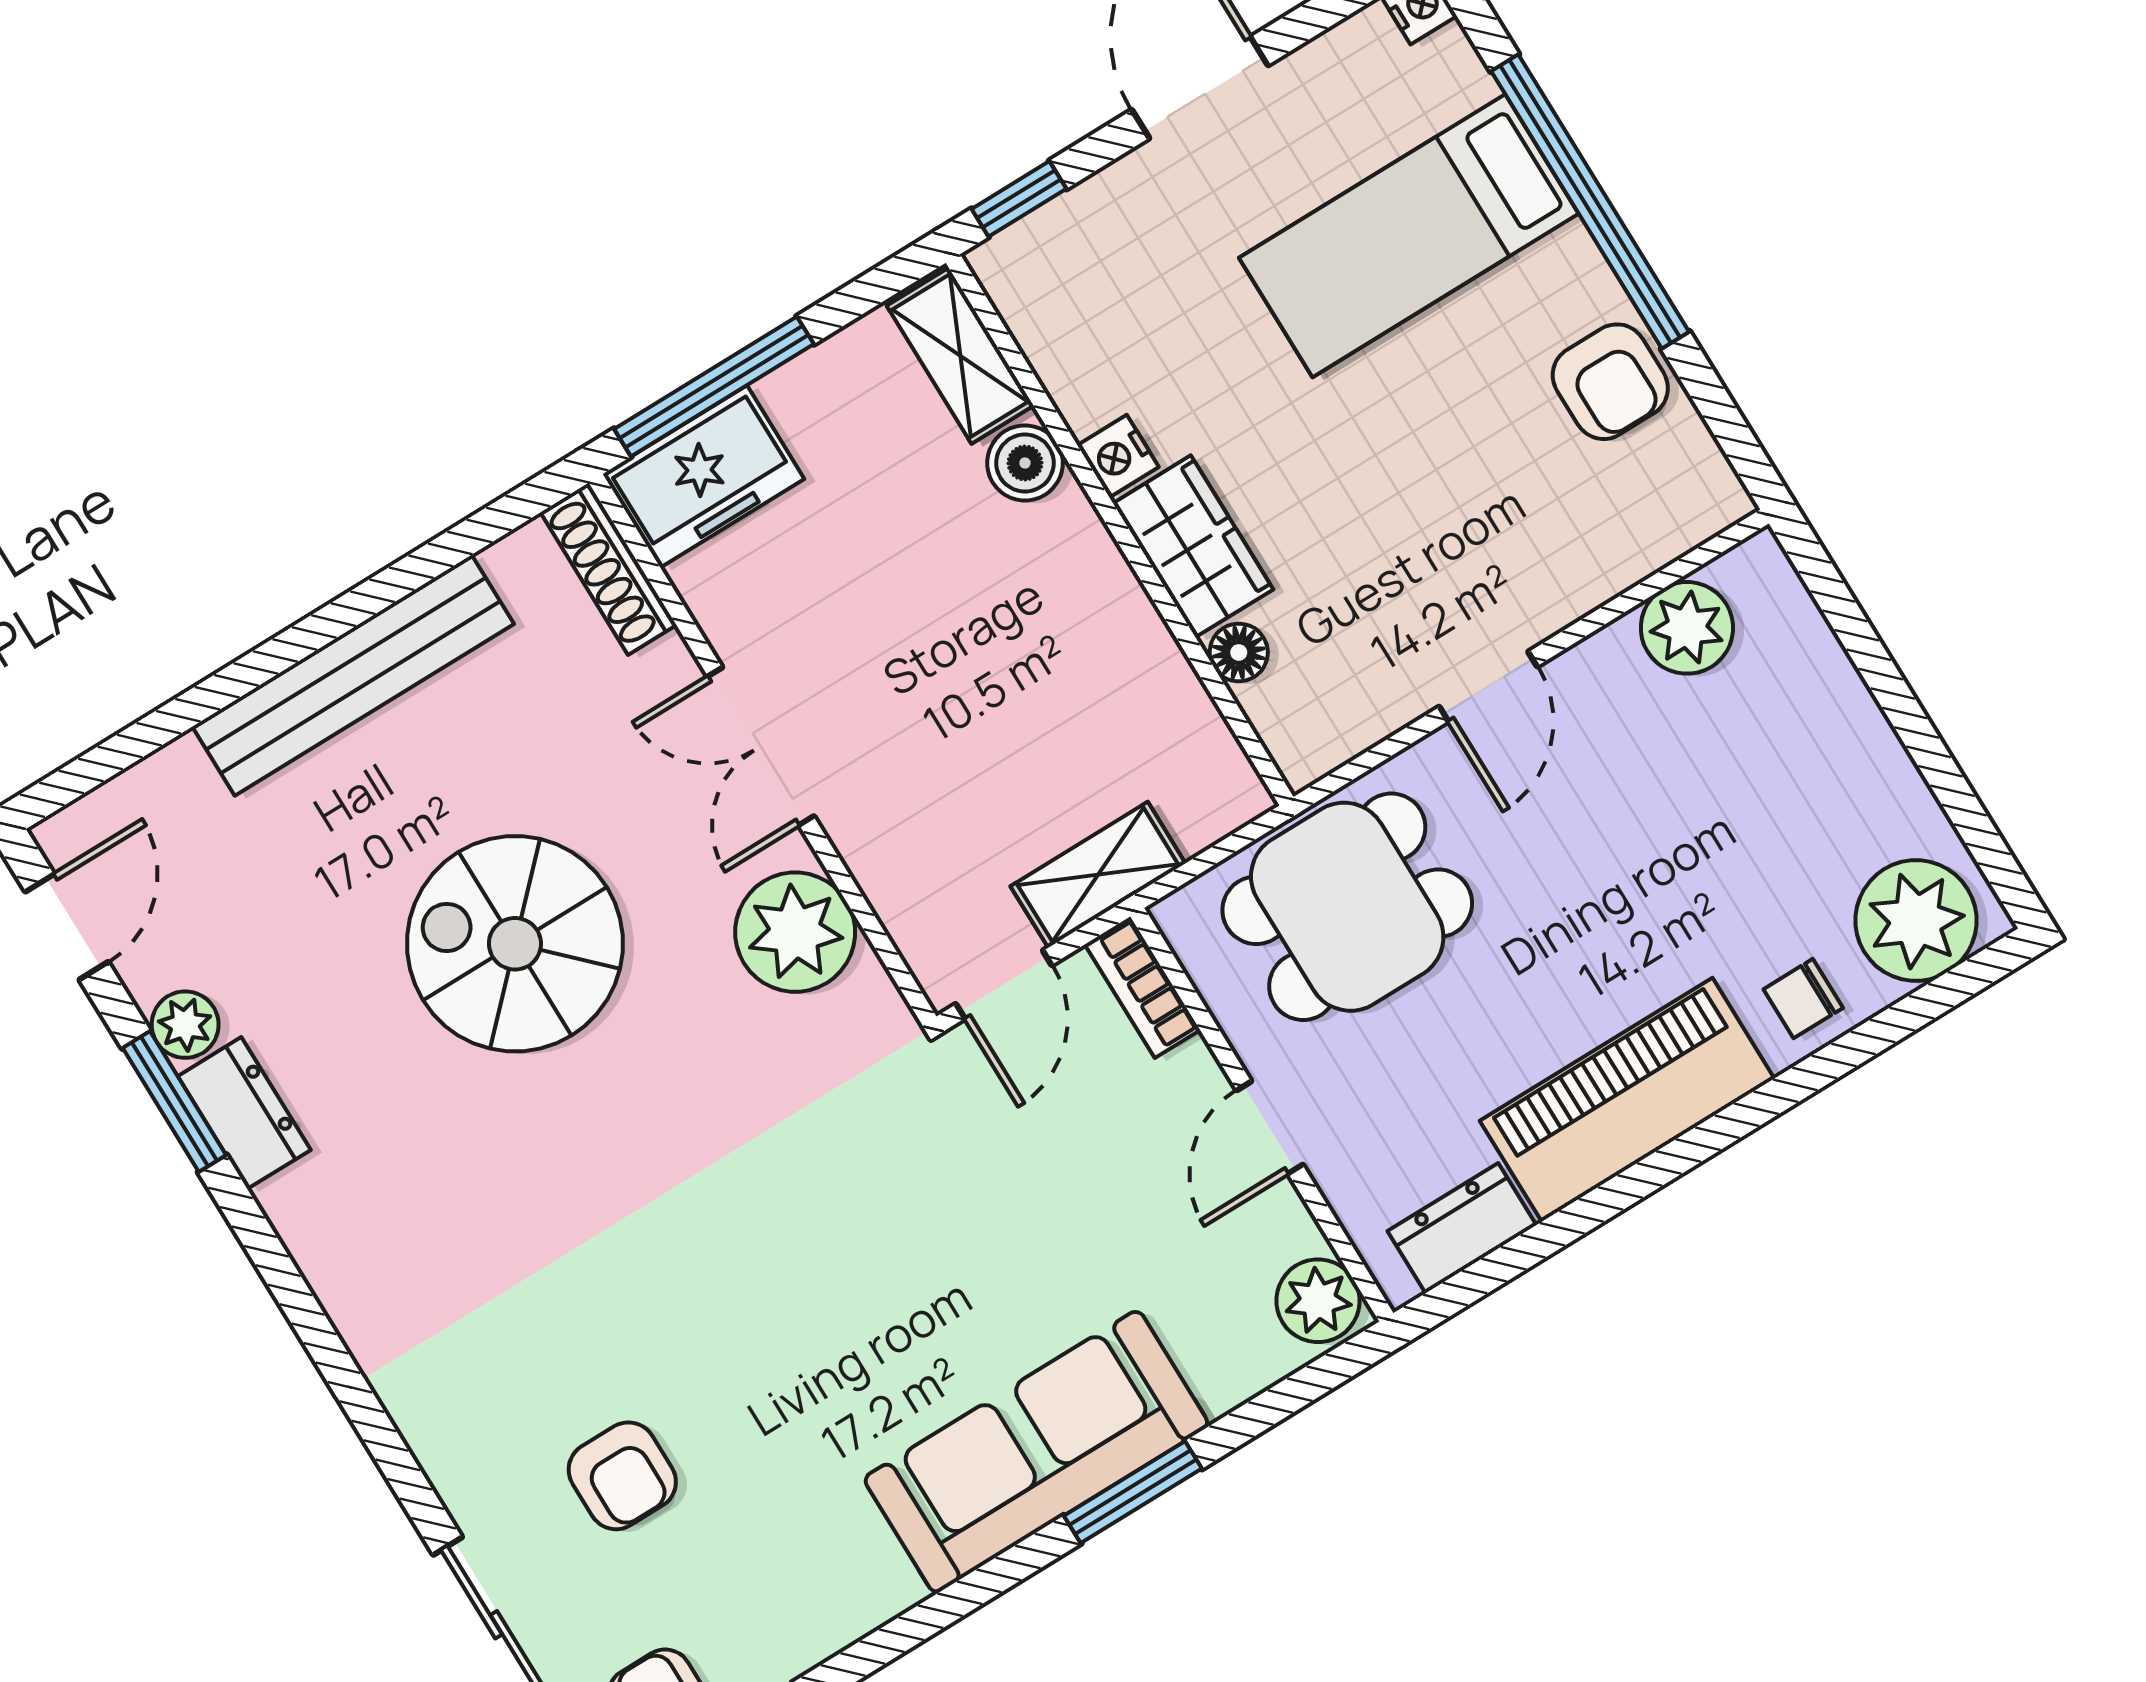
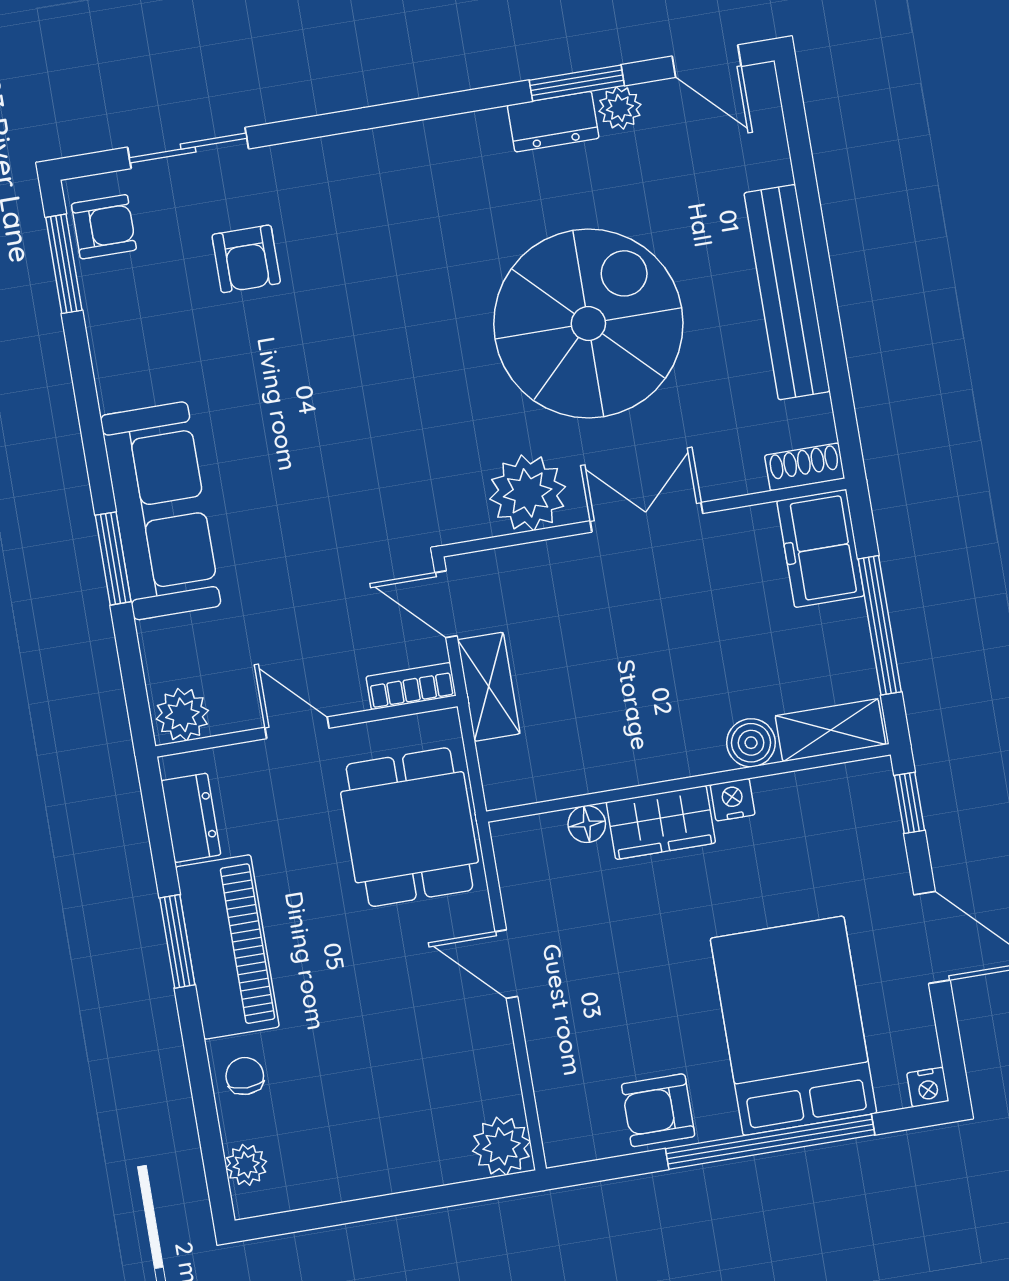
bed: (1409, 236) -> (793, 1026), width x1.50
window: (714, 386) -> (880, 625), moved
shoe rack: (608, 569) -> (805, 467), width x0.70
plant: (1687, 628) -> (502, 1146), moved
plant: (1916, 921) -> (246, 1165), width x0.53, depth x0.53
spiral stairs: (515, 944) -> (588, 324), width x1.37, depth x1.37
window: (1648, 1175) -> (177, 941), added
armchair: (622, 1476) -> (246, 259), turned -90

